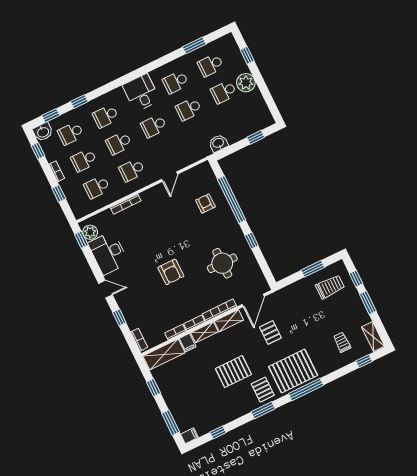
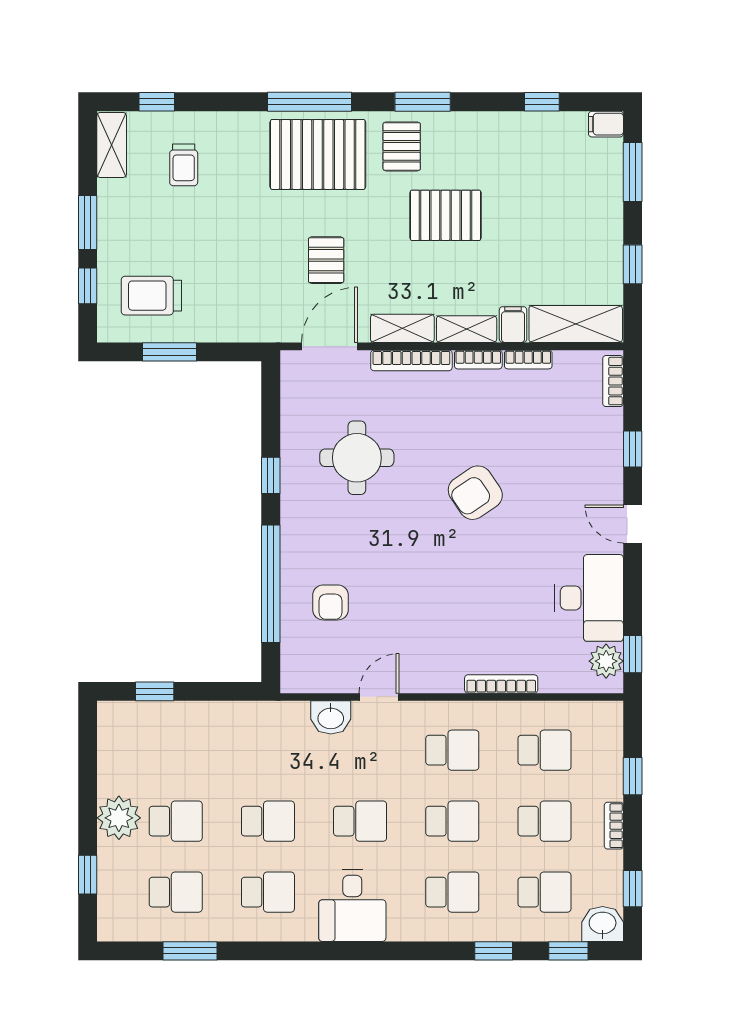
washbasin: (218, 143) -> (331, 717), moved
armchair: (171, 272) -> (475, 493), turned -124

